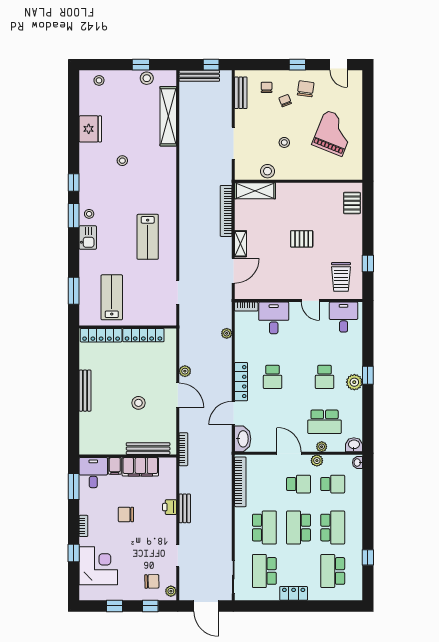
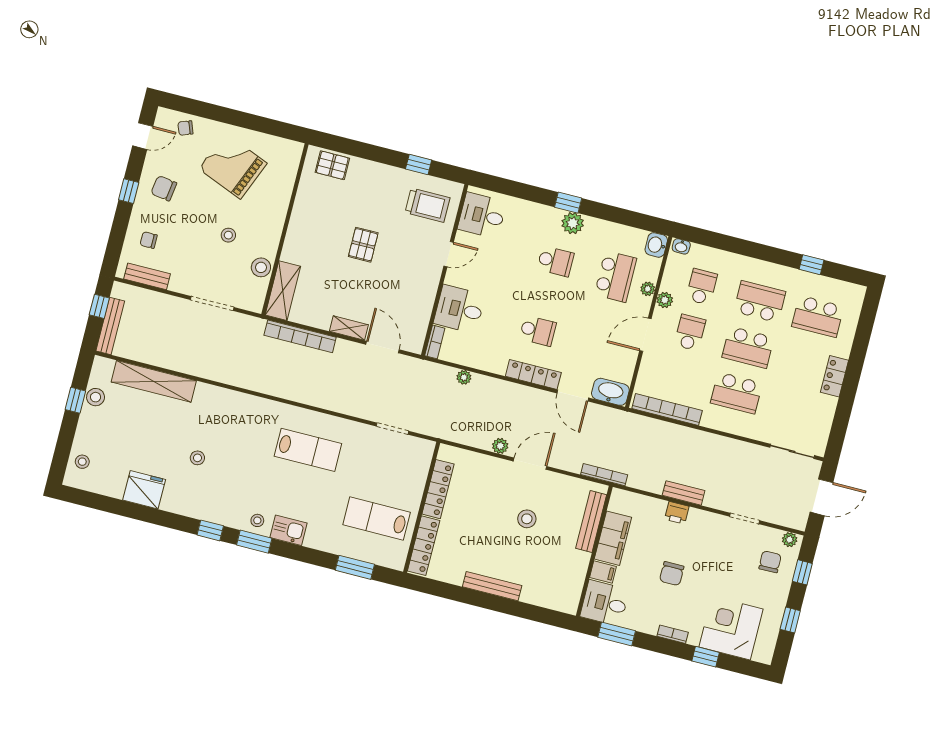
chair: (285, 101) -> (185, 128), moved
school desk: (264, 528) -> (736, 393), turned 180
school desk: (264, 571) -> (794, 408), removed

